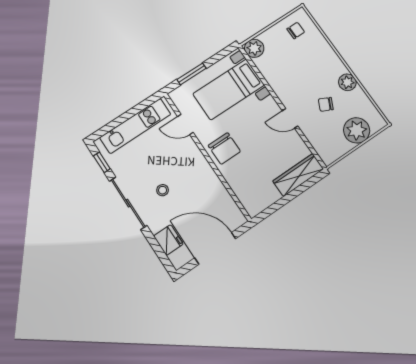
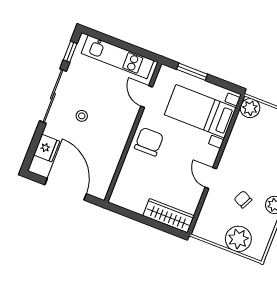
chair: (224, 148) -> (149, 142), turned 180

